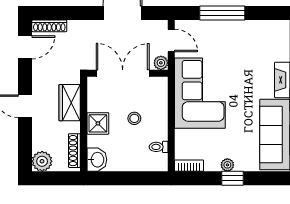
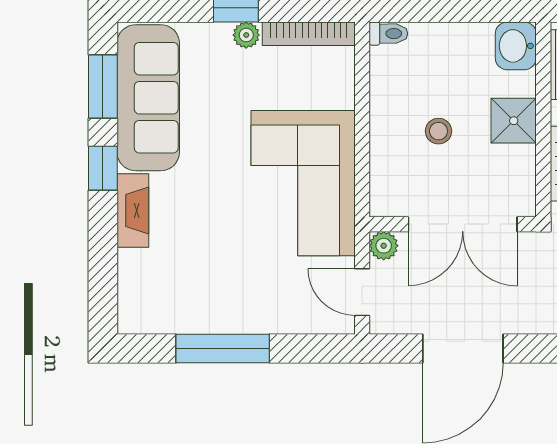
window: (222, 13) -> (223, 349), moved
toilet: (159, 147) -> (388, 34), moved
bookcase: (189, 166) -> (309, 34), width x1.56

